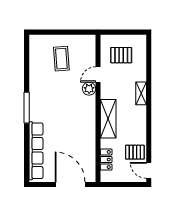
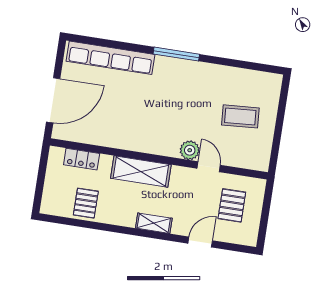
shelving: (141, 93) -> (154, 223), moved
door: (149, 170) -> (200, 242), moved

